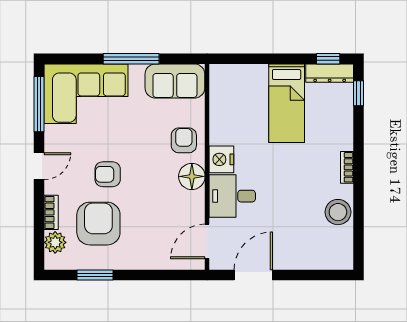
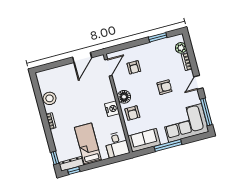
desk: (232, 196) -> (117, 145), moved, turned 90
armchair: (98, 224) -> (134, 67), moved, width x0.53, depth x0.53

